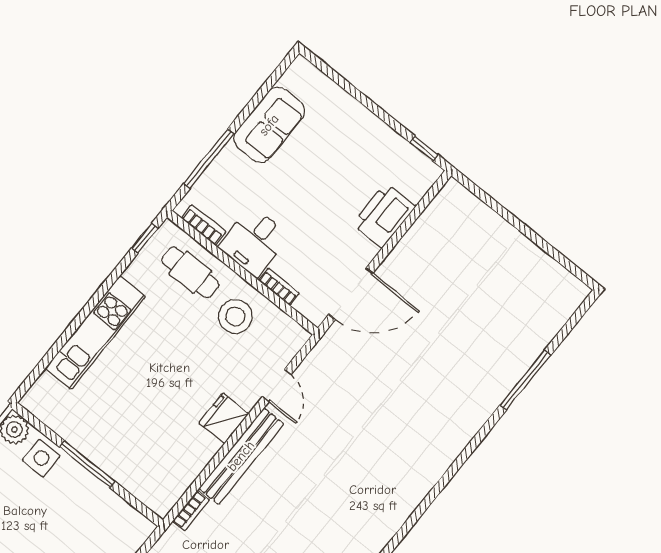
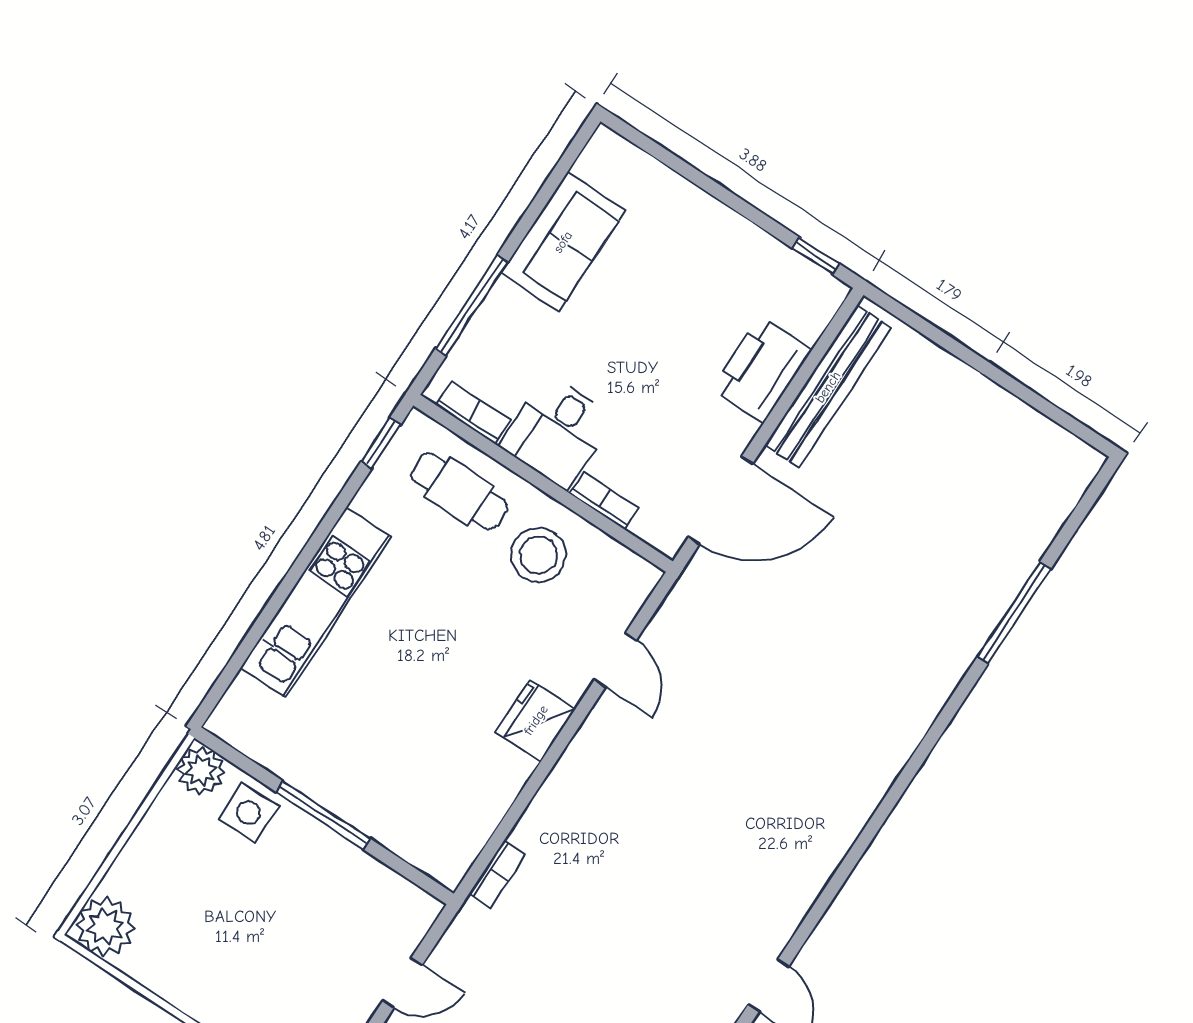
bench: (241, 456) -> (828, 387), moved

